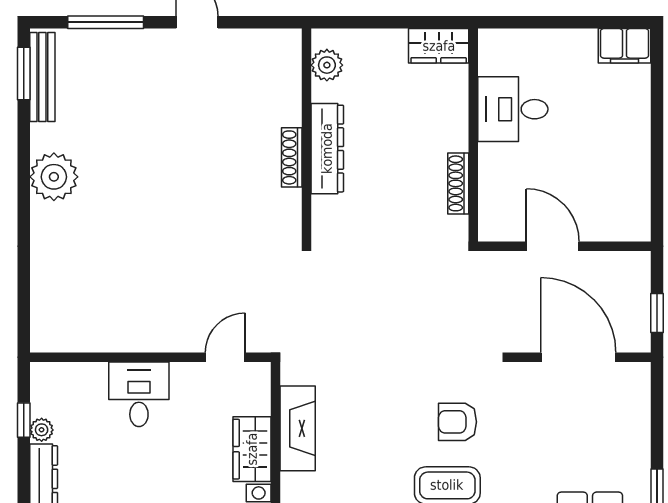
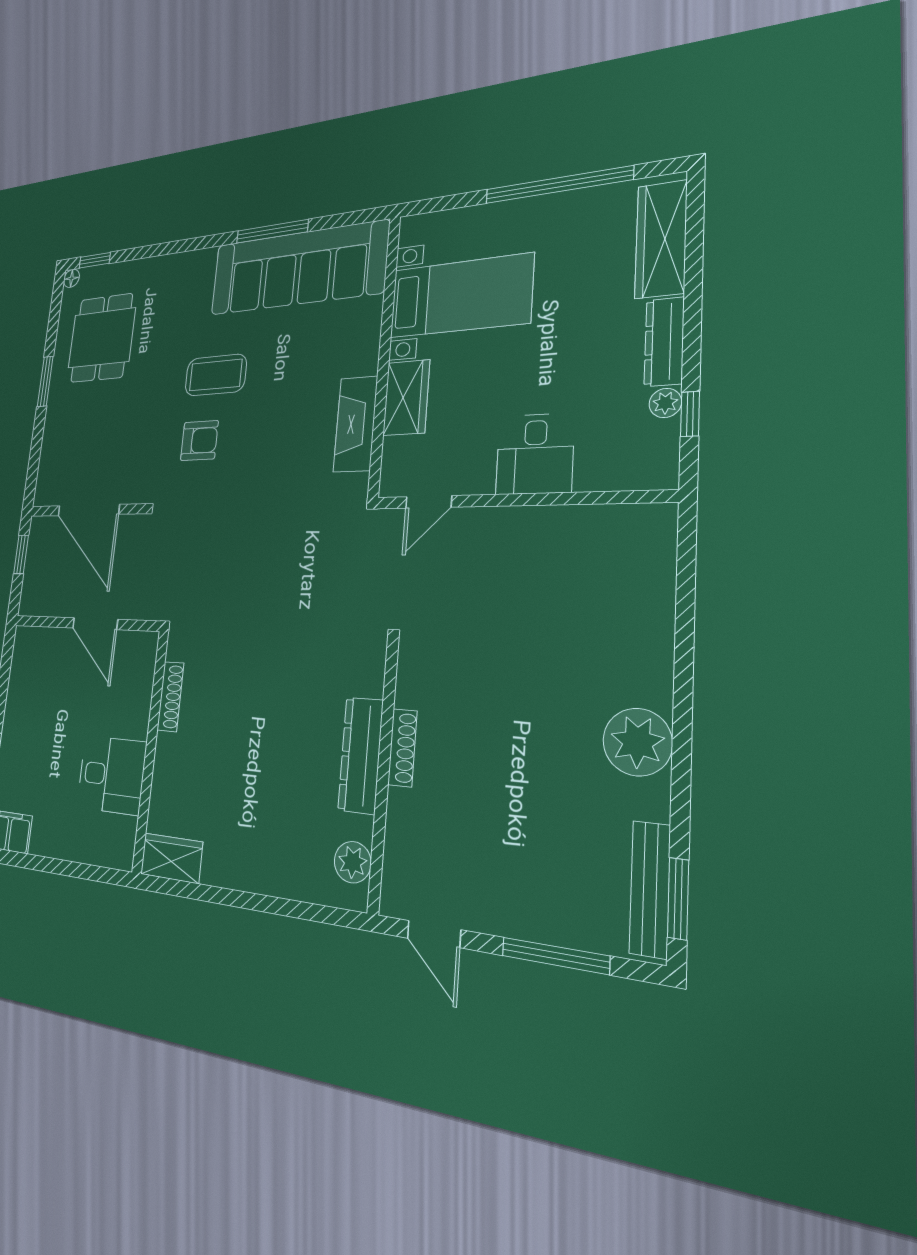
plant: (327, 65) -> (353, 862), moved
wall: (306, 135) -> (383, 775), moved
dresser: (327, 149) -> (361, 755), moved
shoe rack: (292, 157) -> (402, 748), moved

